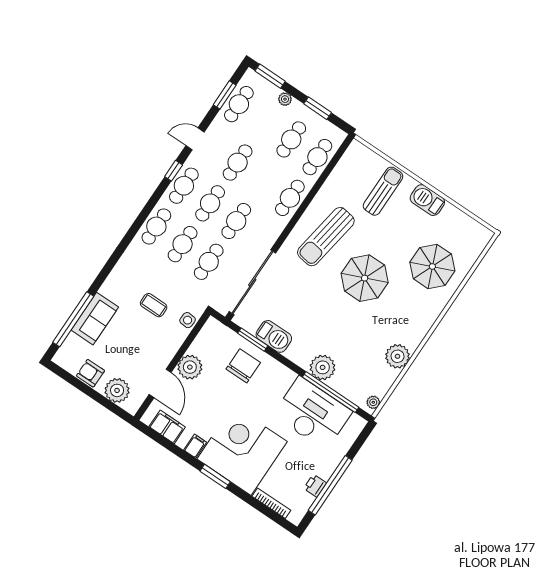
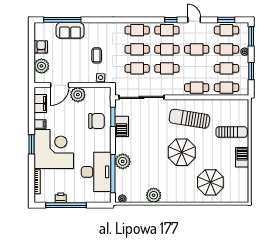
cafe table: (265, 122) -> (226, 49), added

